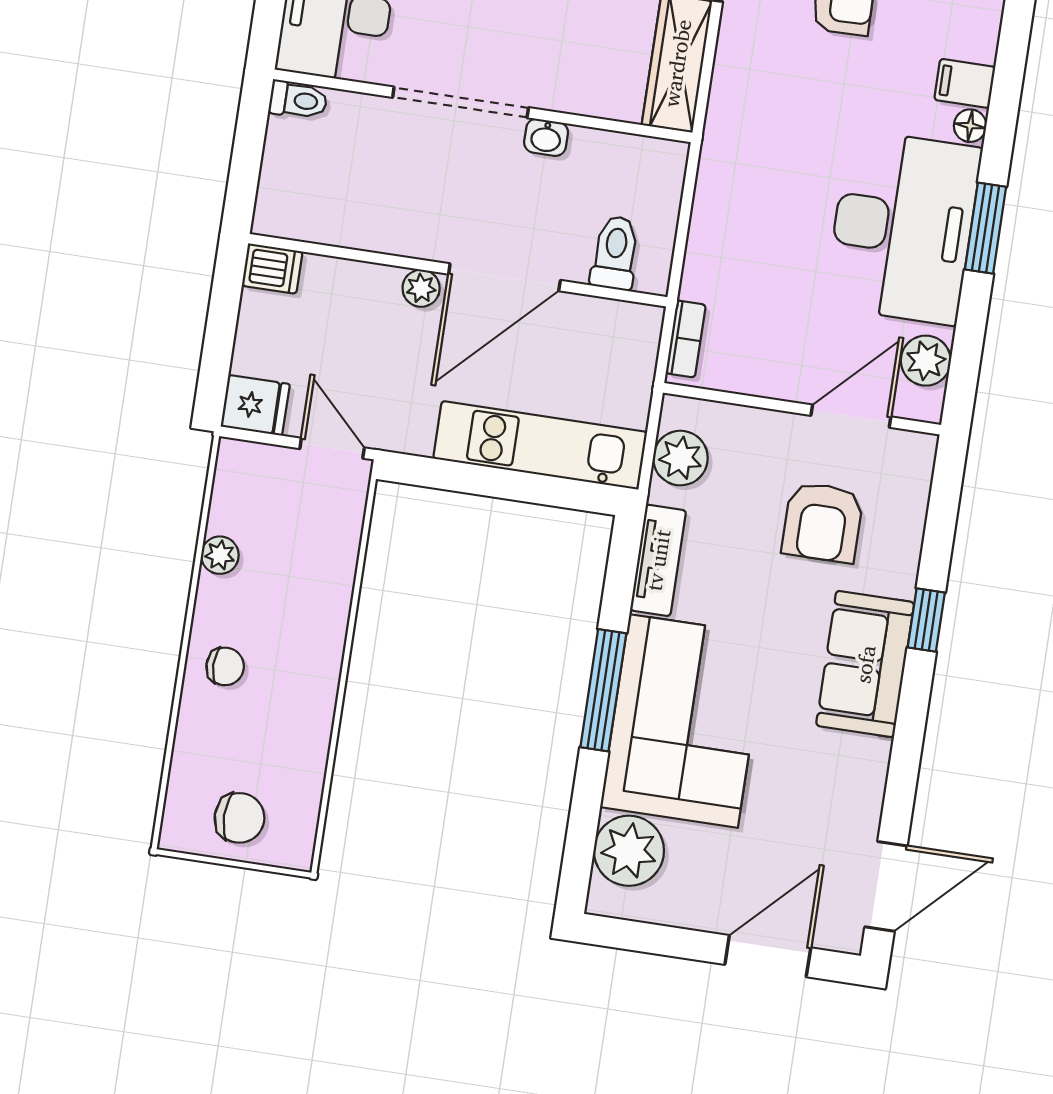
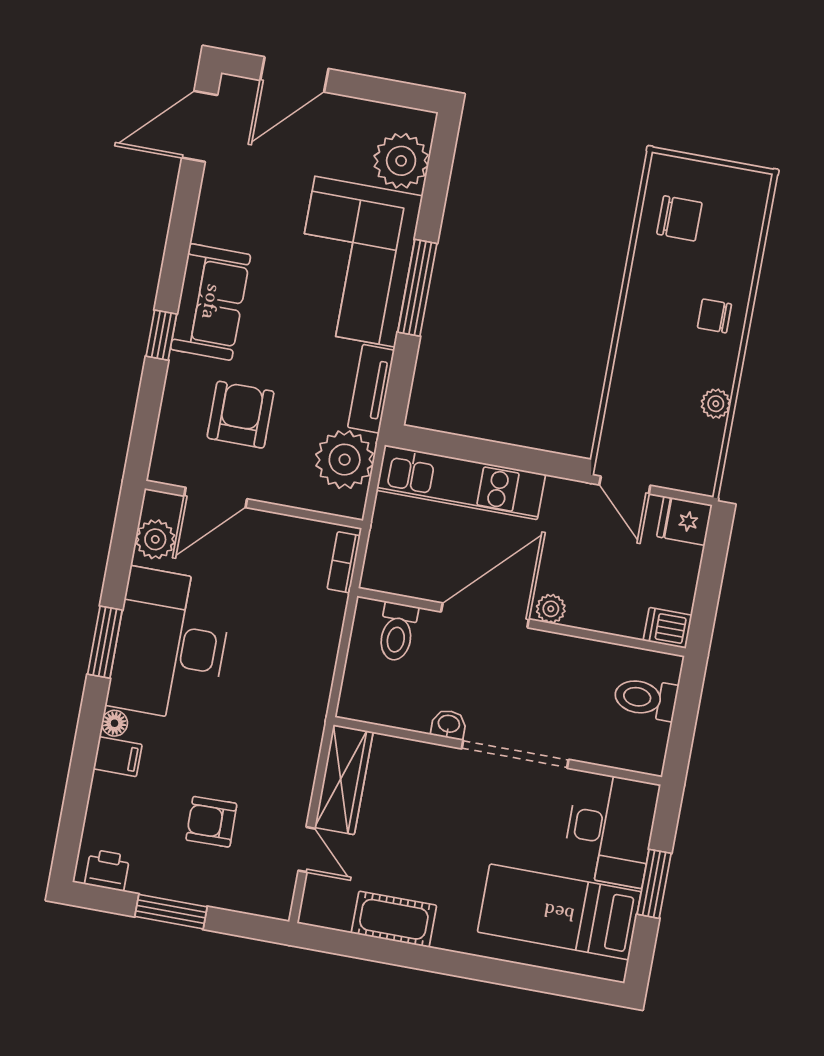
toilet: (298, 100) -> (646, 698), moved, width x1.37, depth x1.39
plant: (680, 458) -> (345, 460), width x1.36, depth x1.36
chair: (239, 818) -> (679, 218), moved, turned 180

